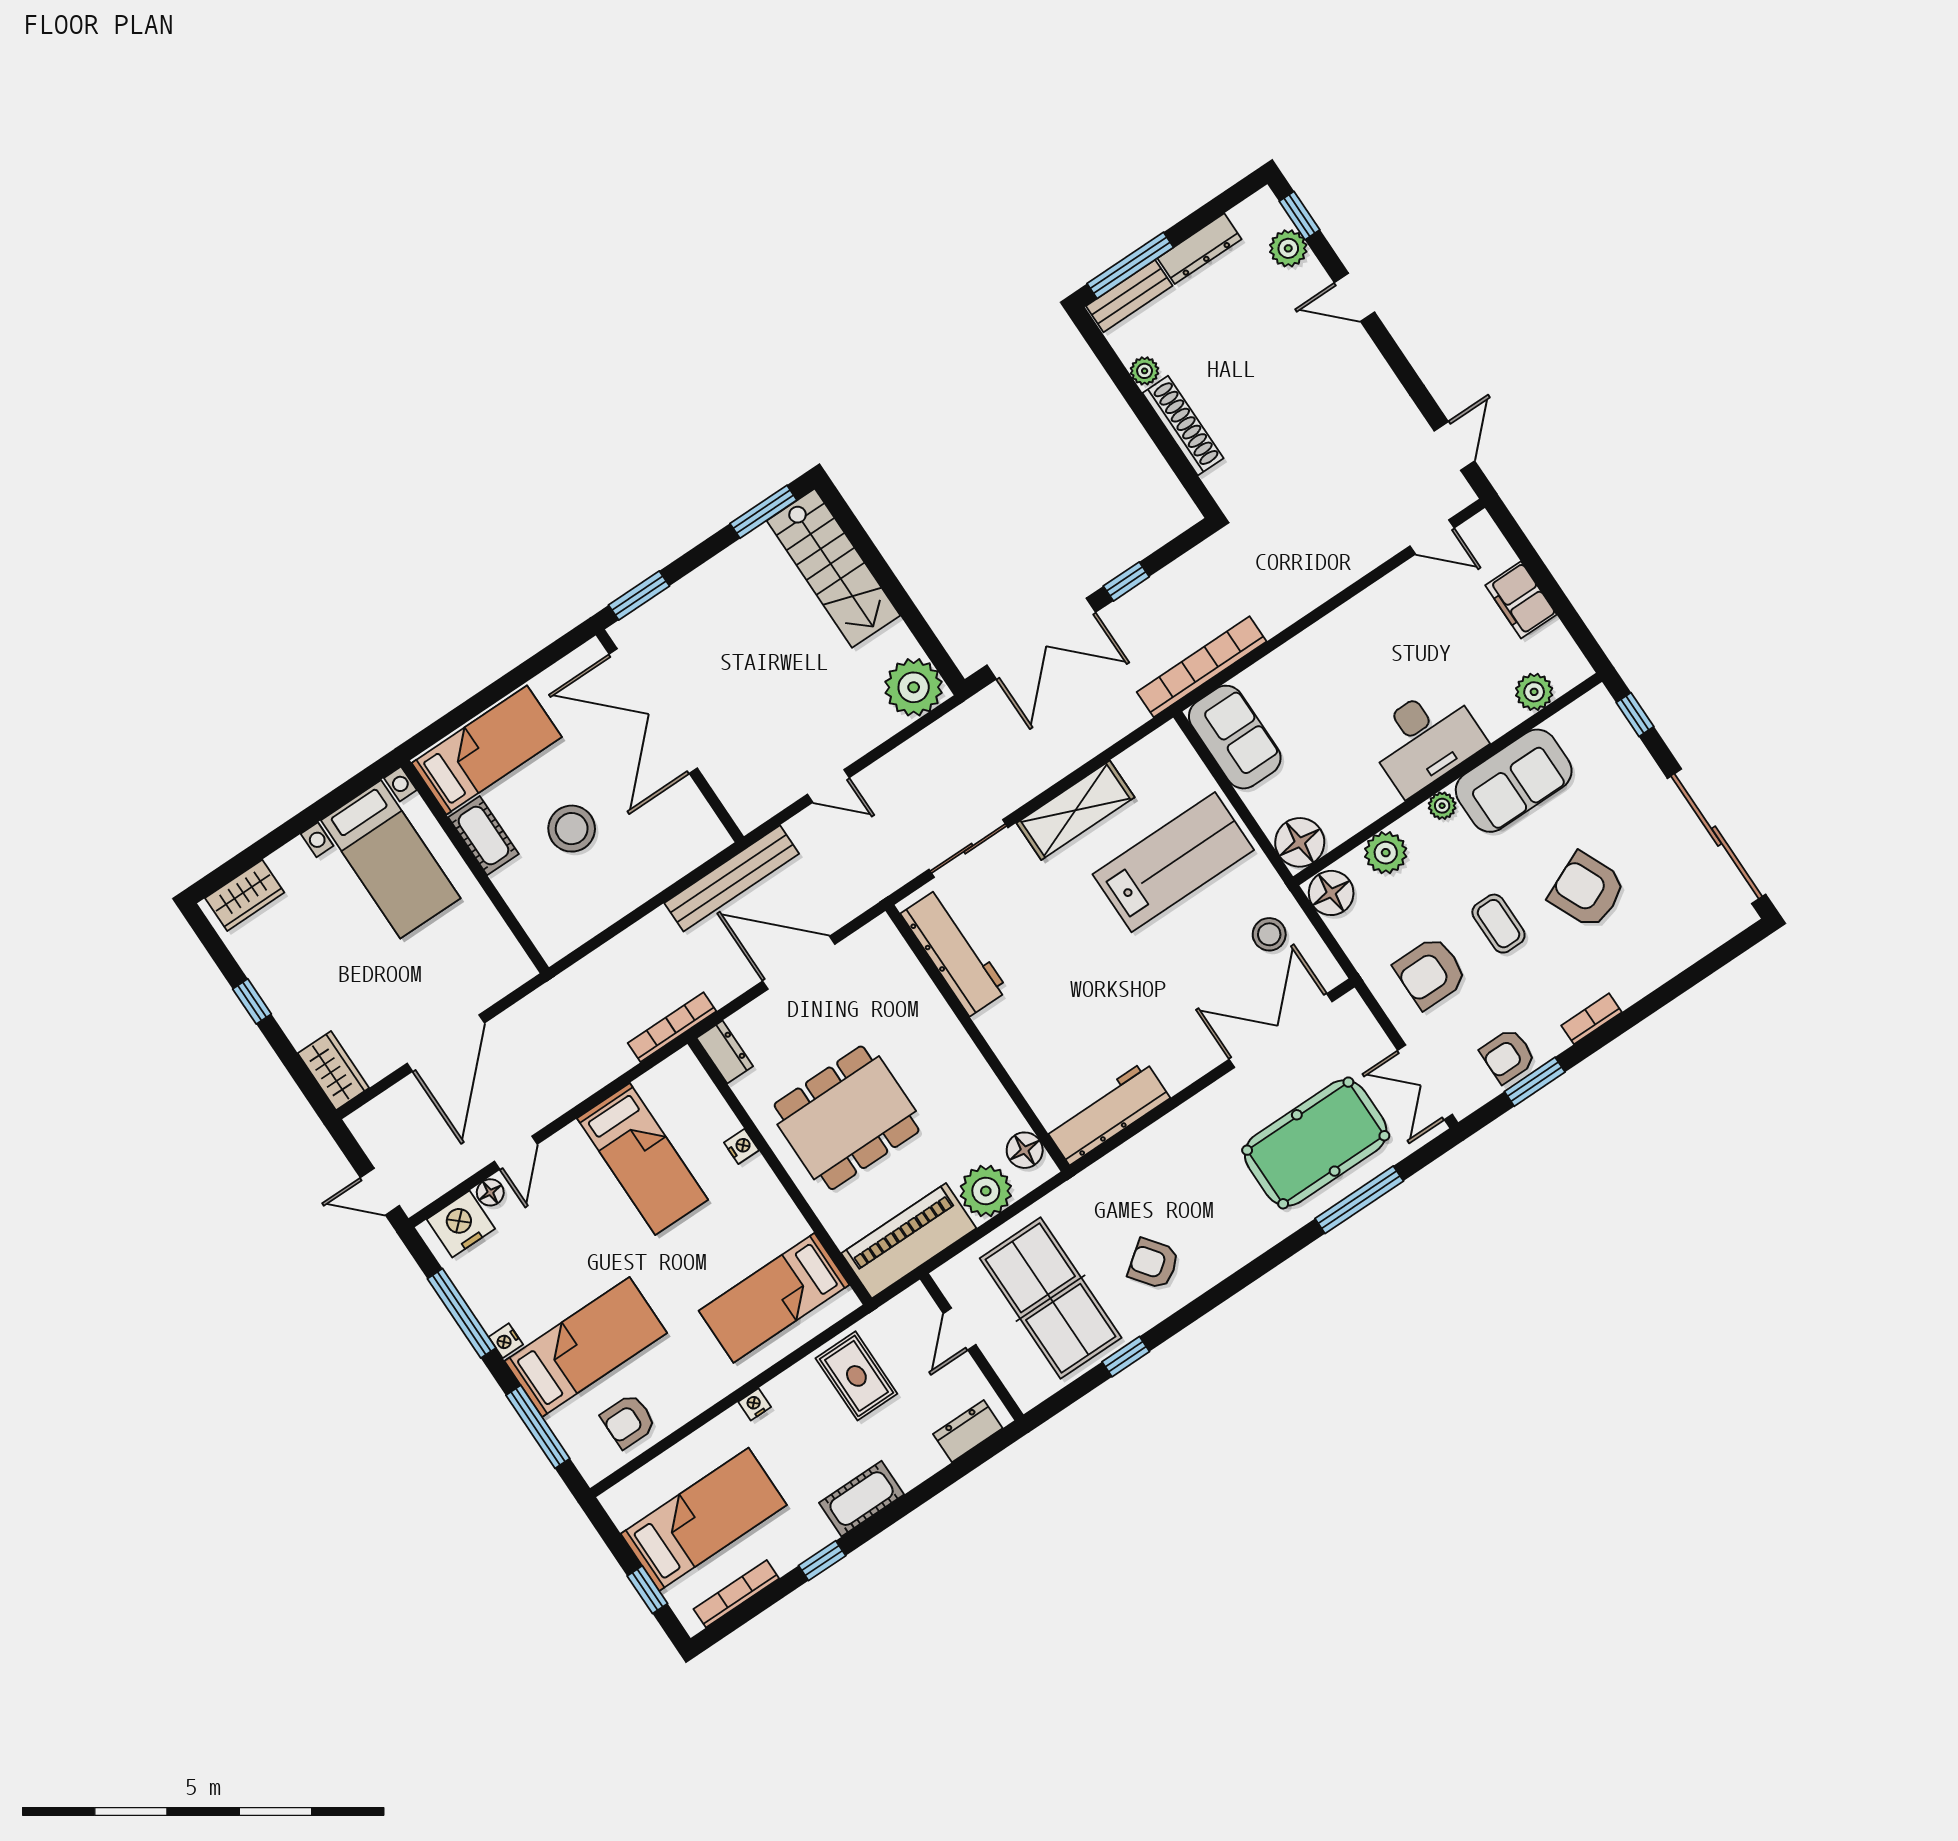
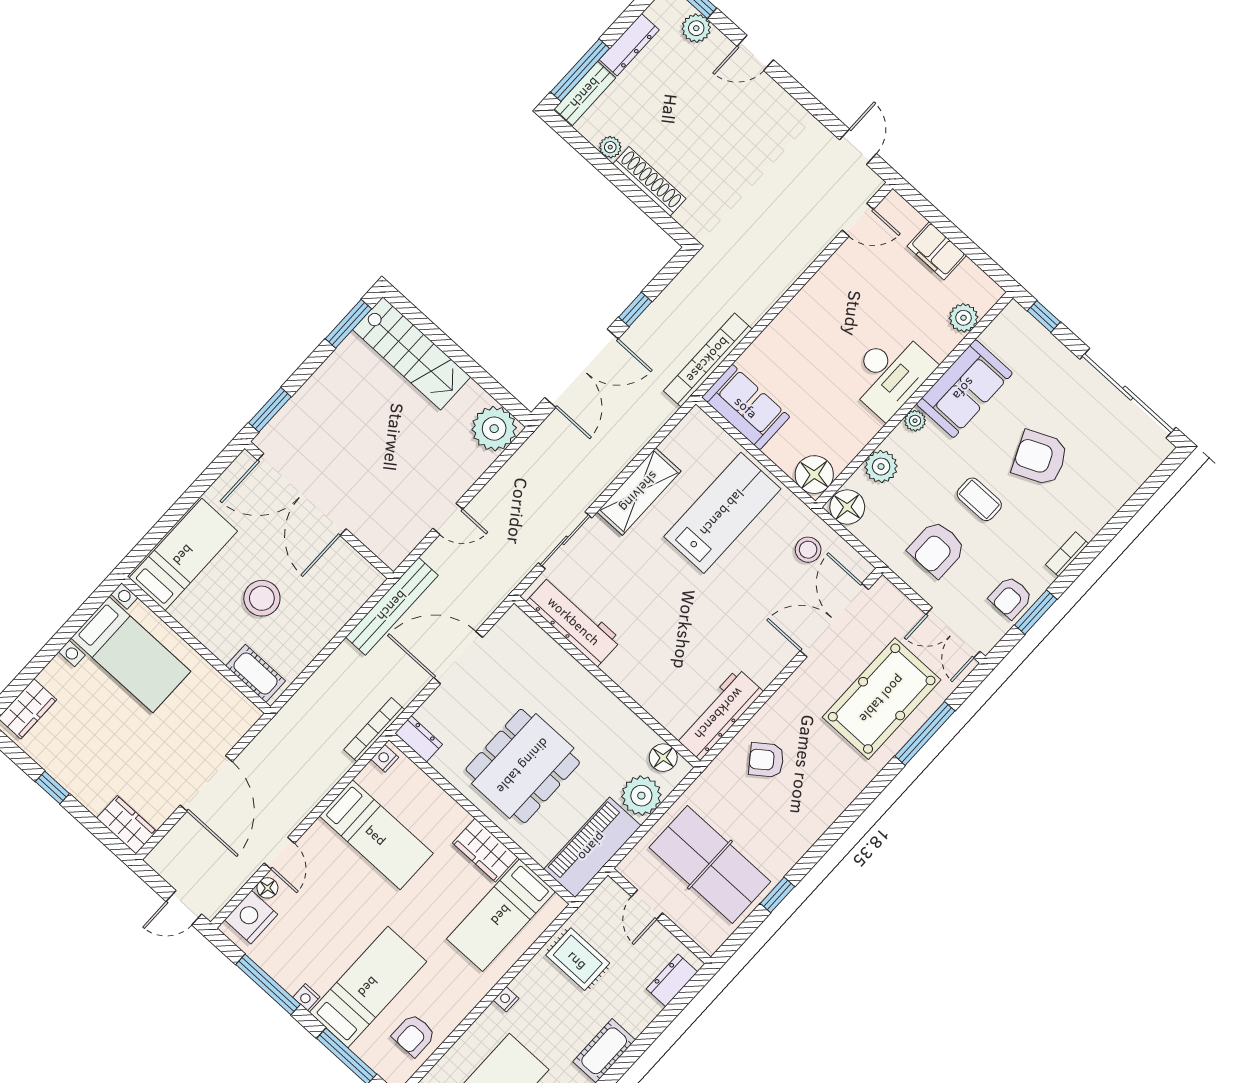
cot: (483, 836) -> (255, 673), moved
nightstand: (741, 1146) -> (385, 758), moved, turned -90
wardrobe: (774, 1211) -> (485, 850), added
armchair: (1153, 1264) -> (766, 760), moved

